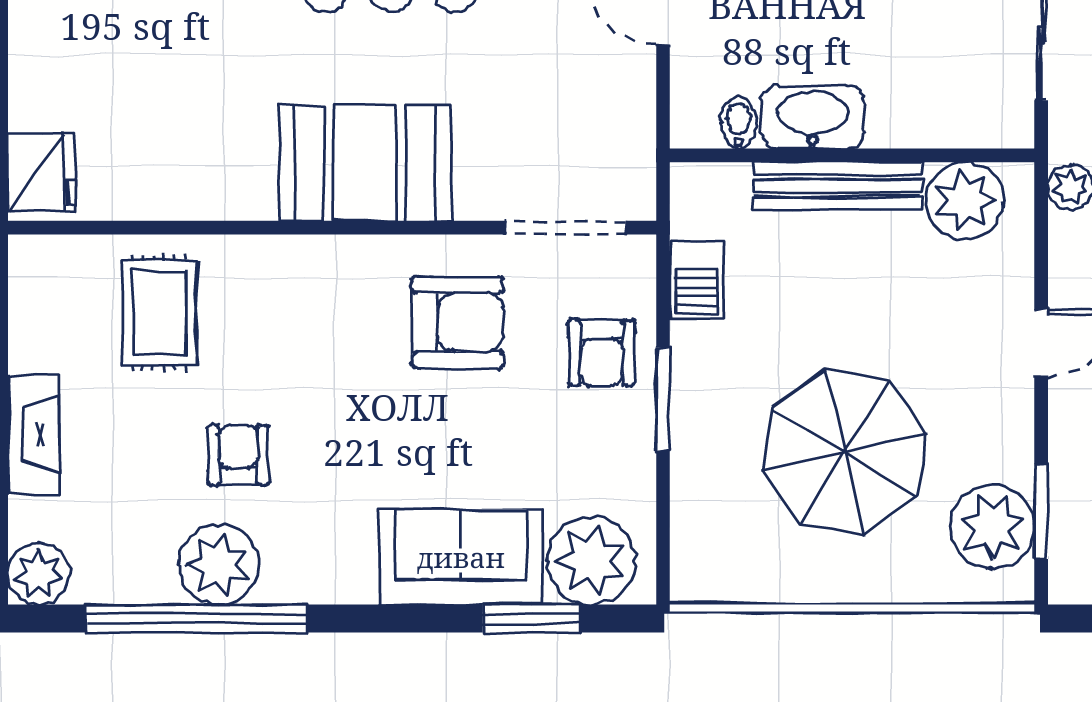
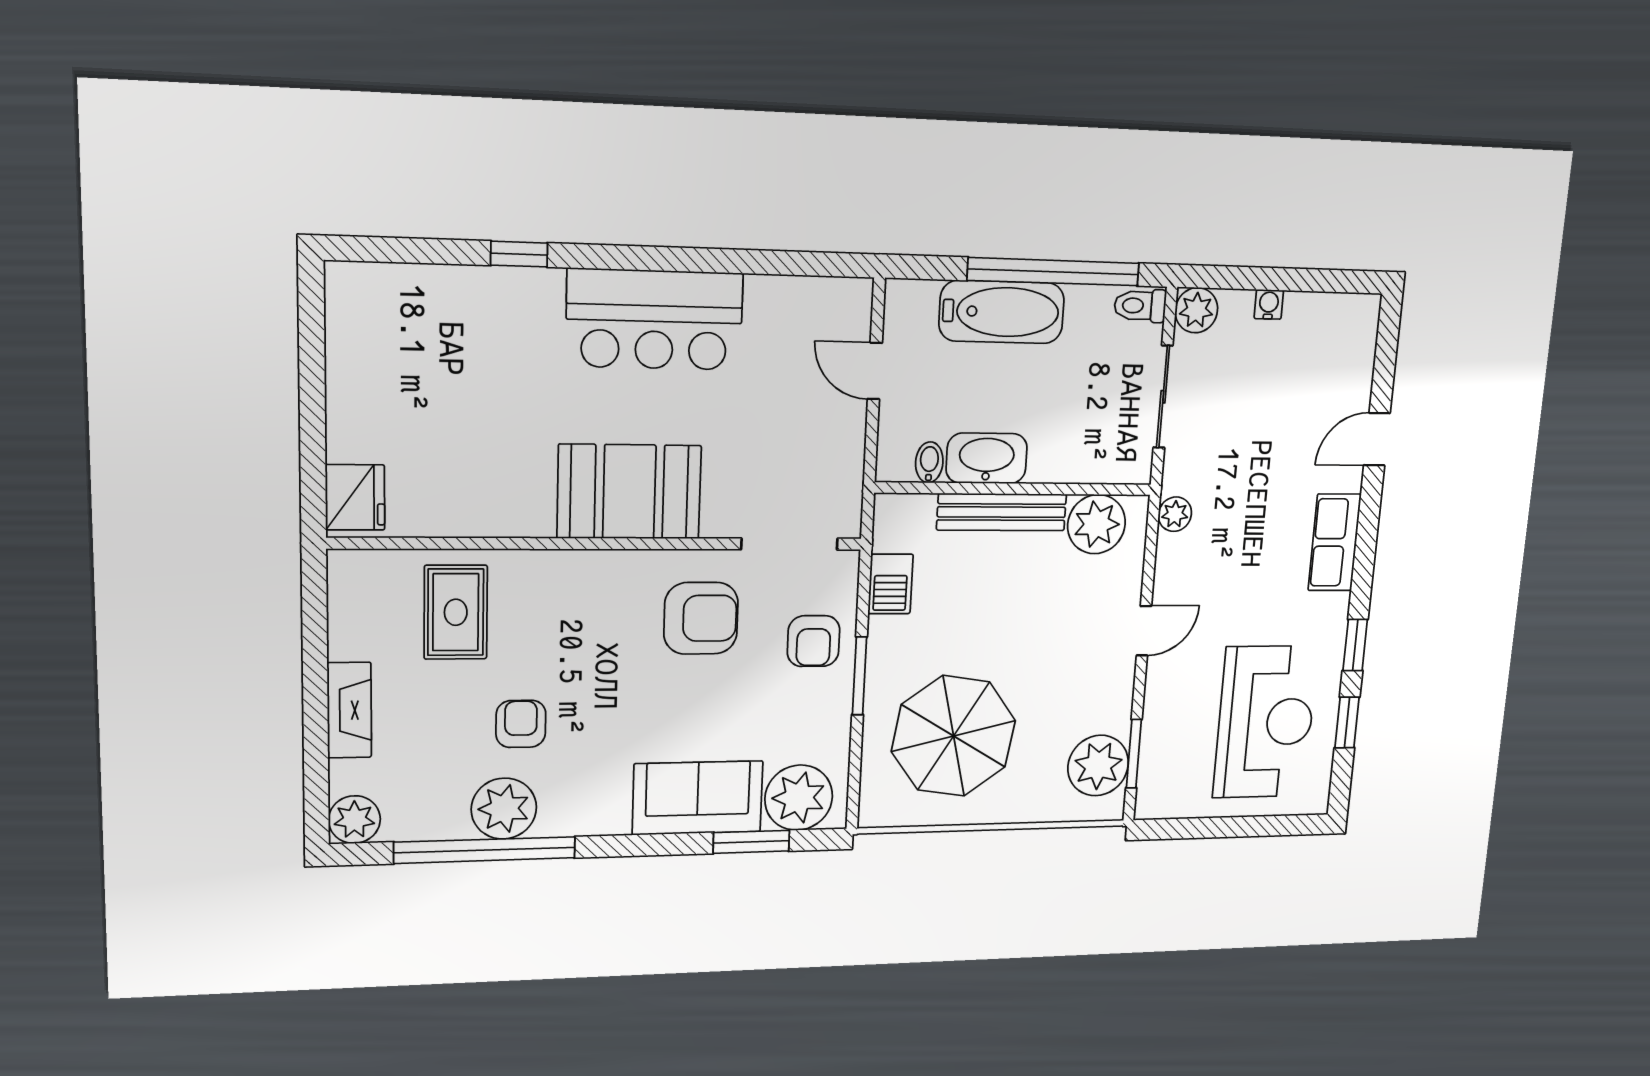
parasol: (844, 452) -> (954, 736), moved

